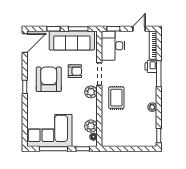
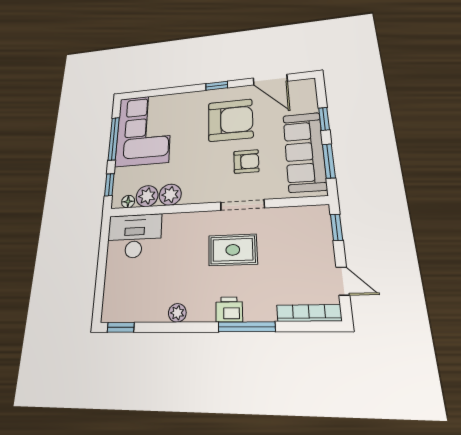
door: (25, 43) -> (270, 80), moved
desk: (113, 46) -> (134, 236), moved
printer: (151, 66) -> (229, 309), moved
armchair: (75, 71) -> (246, 161), turned -90
plant: (91, 92) -> (170, 195), moved
rug: (116, 98) -> (233, 250), moved

